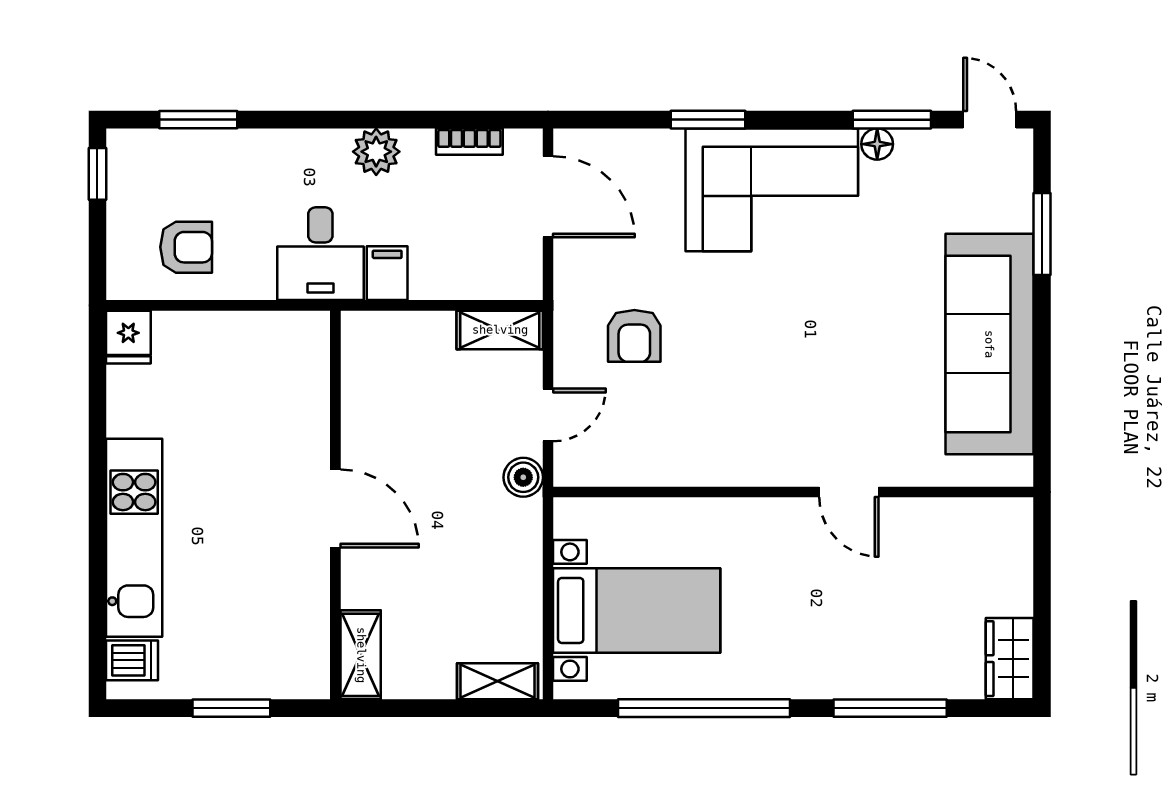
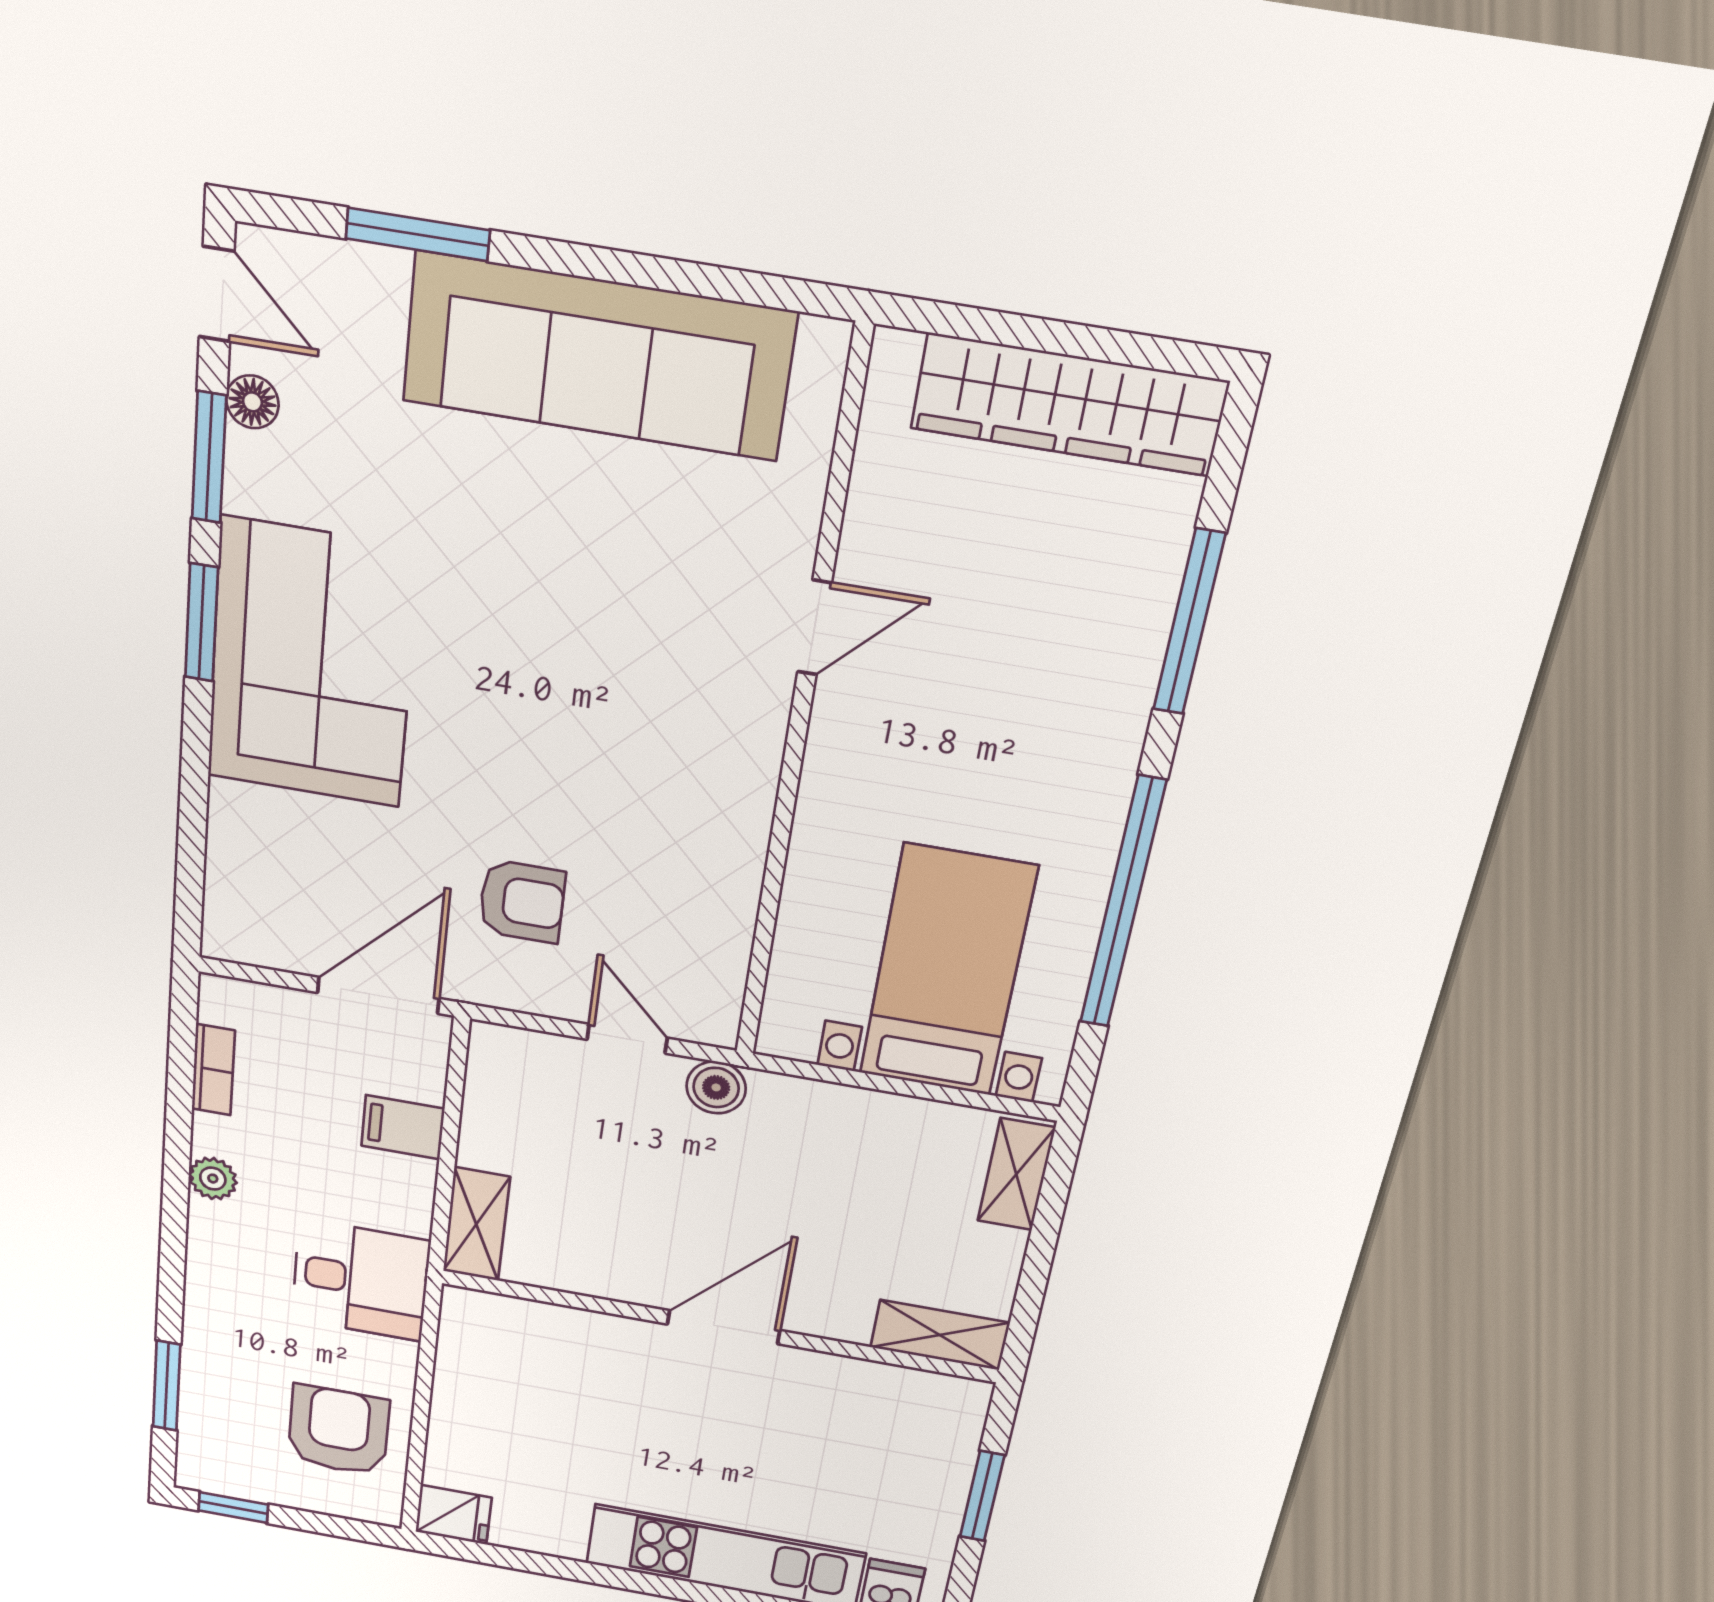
window: (708, 120) -> (202, 623), moved
door: (990, 120) -> (217, 294), swing flipped
floor lamp: (877, 144) -> (252, 402), moved
plant: (376, 152) -> (213, 1179), width x0.73, depth x0.73
door: (548, 197) -> (378, 995), moved
armchair: (186, 247) -> (339, 1430), width x1.38, depth x1.38
filing cabinet: (387, 273) -> (403, 1127), moved
shelving: (500, 330) -> (476, 1224), moved
wardrobe: (1010, 659) -> (1069, 405), width x2.10, depth x1.17

